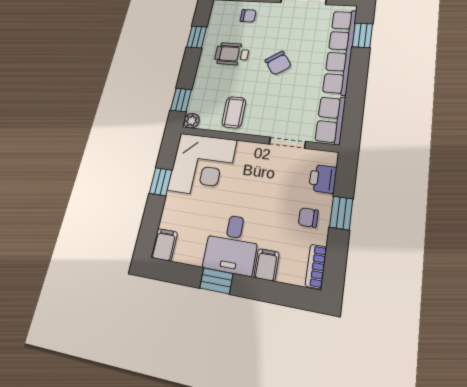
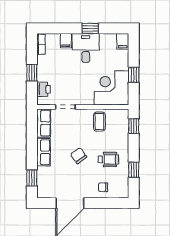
row of seats: (340, 51) -> (44, 152), width x0.50
plant: (192, 121) -> (124, 114), removed
chair: (308, 218) -> (48, 68), removed

